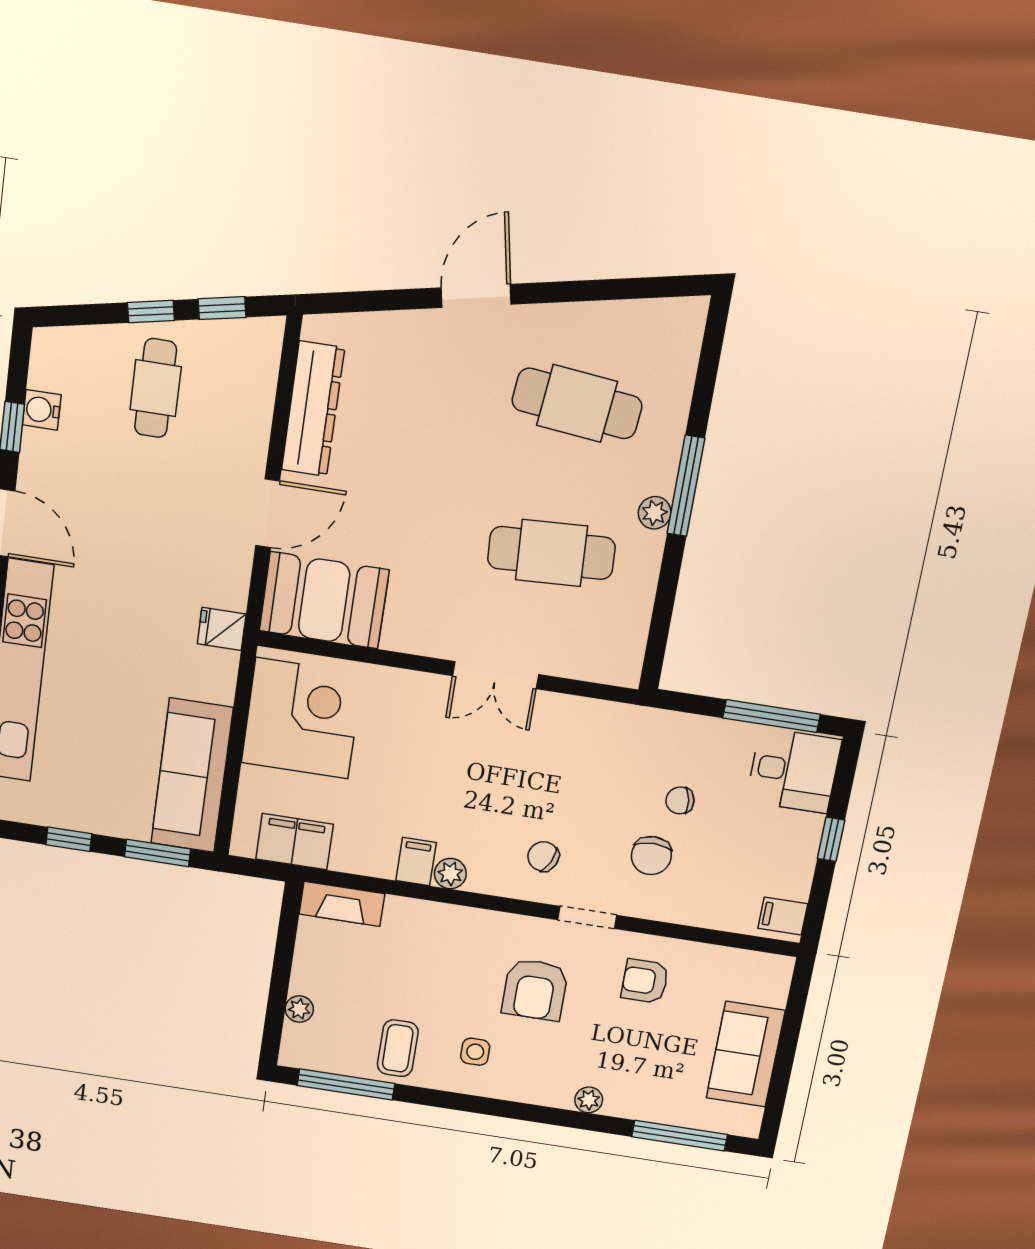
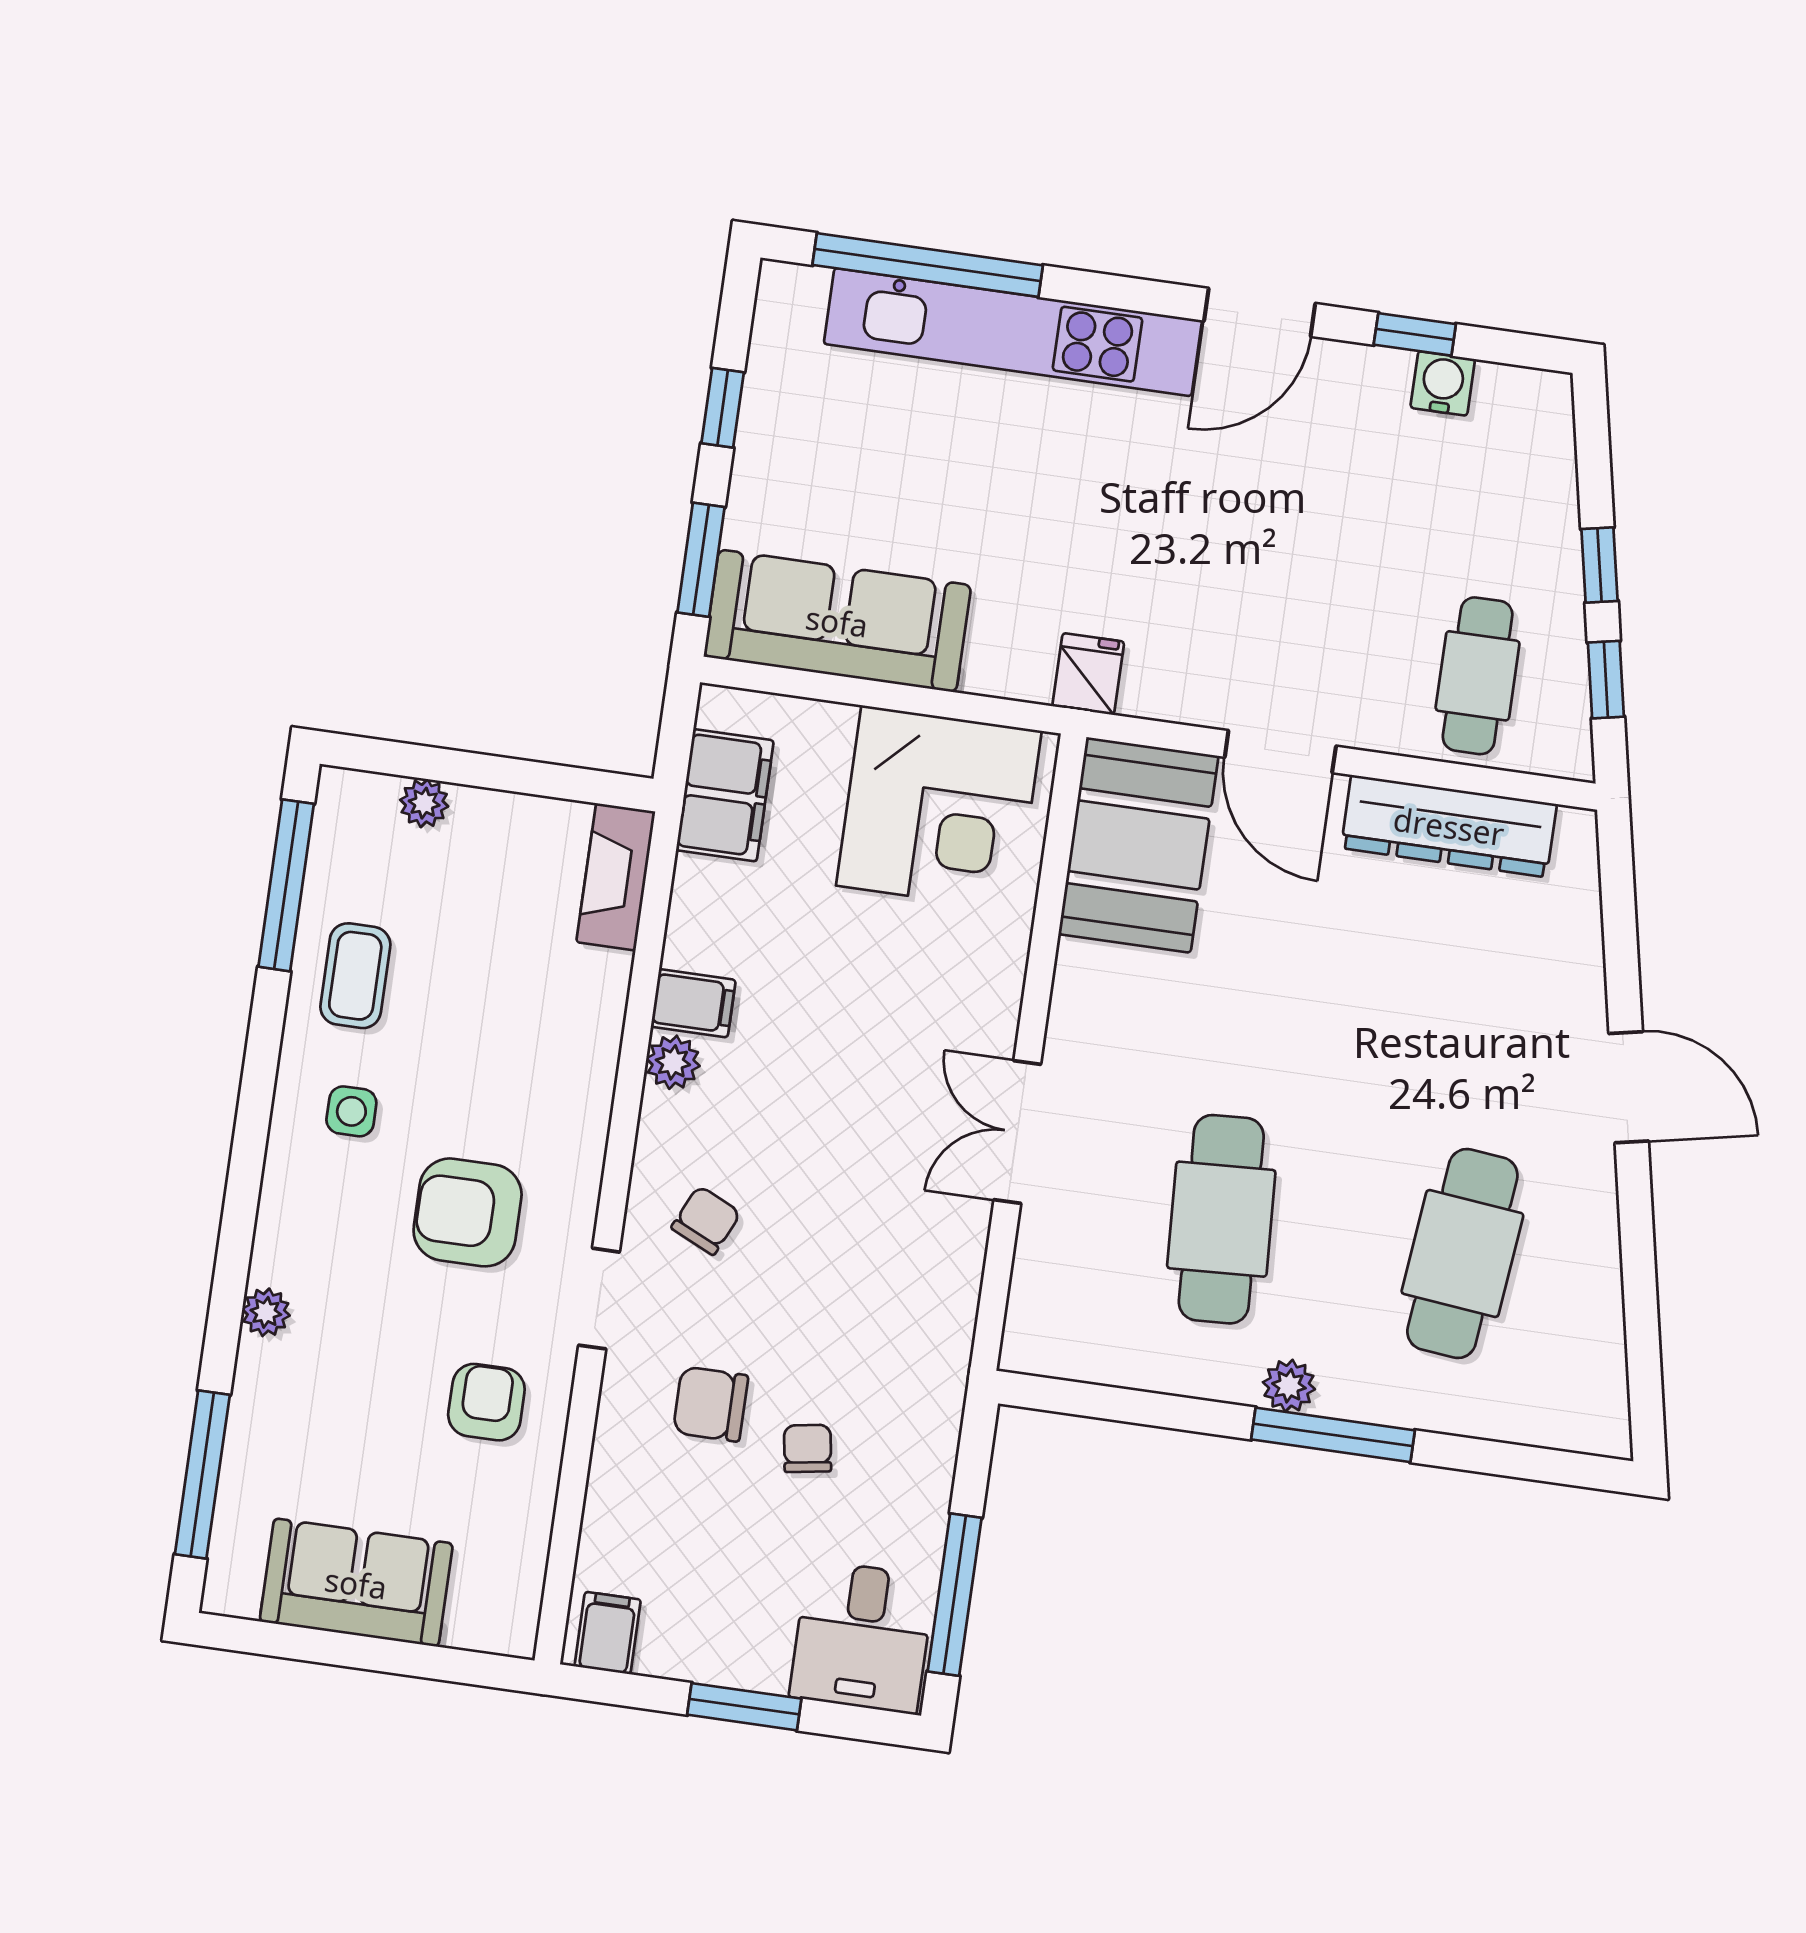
cafe table: (156, 388) -> (1478, 676), moved, turned 90
window: (831, 839) -> (744, 1707), width x1.50
coffee table: (398, 1048) -> (355, 976), turned 90

